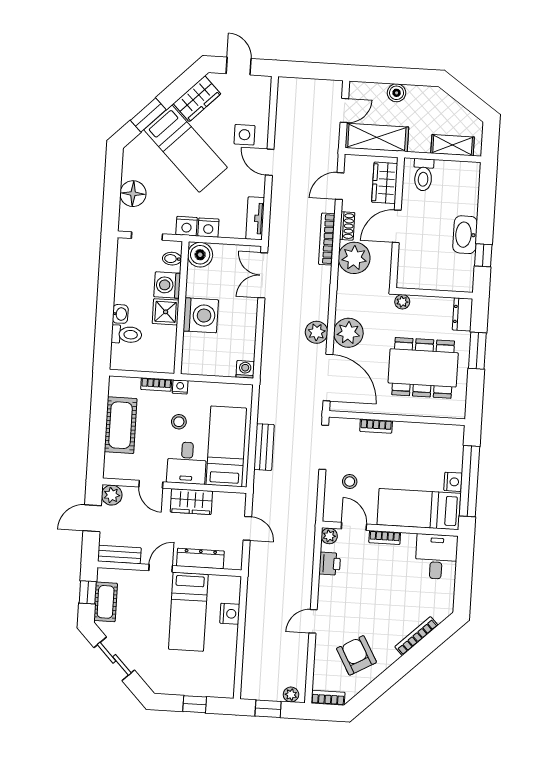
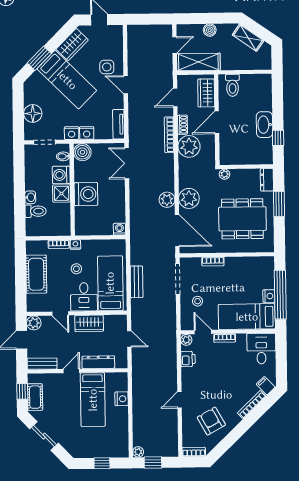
shelving: (453, 145) -> (248, 38), moved, turned 35
filing cabinet: (439, 610) -> (266, 386), added
plant: (291, 695) -> (138, 452), moved

